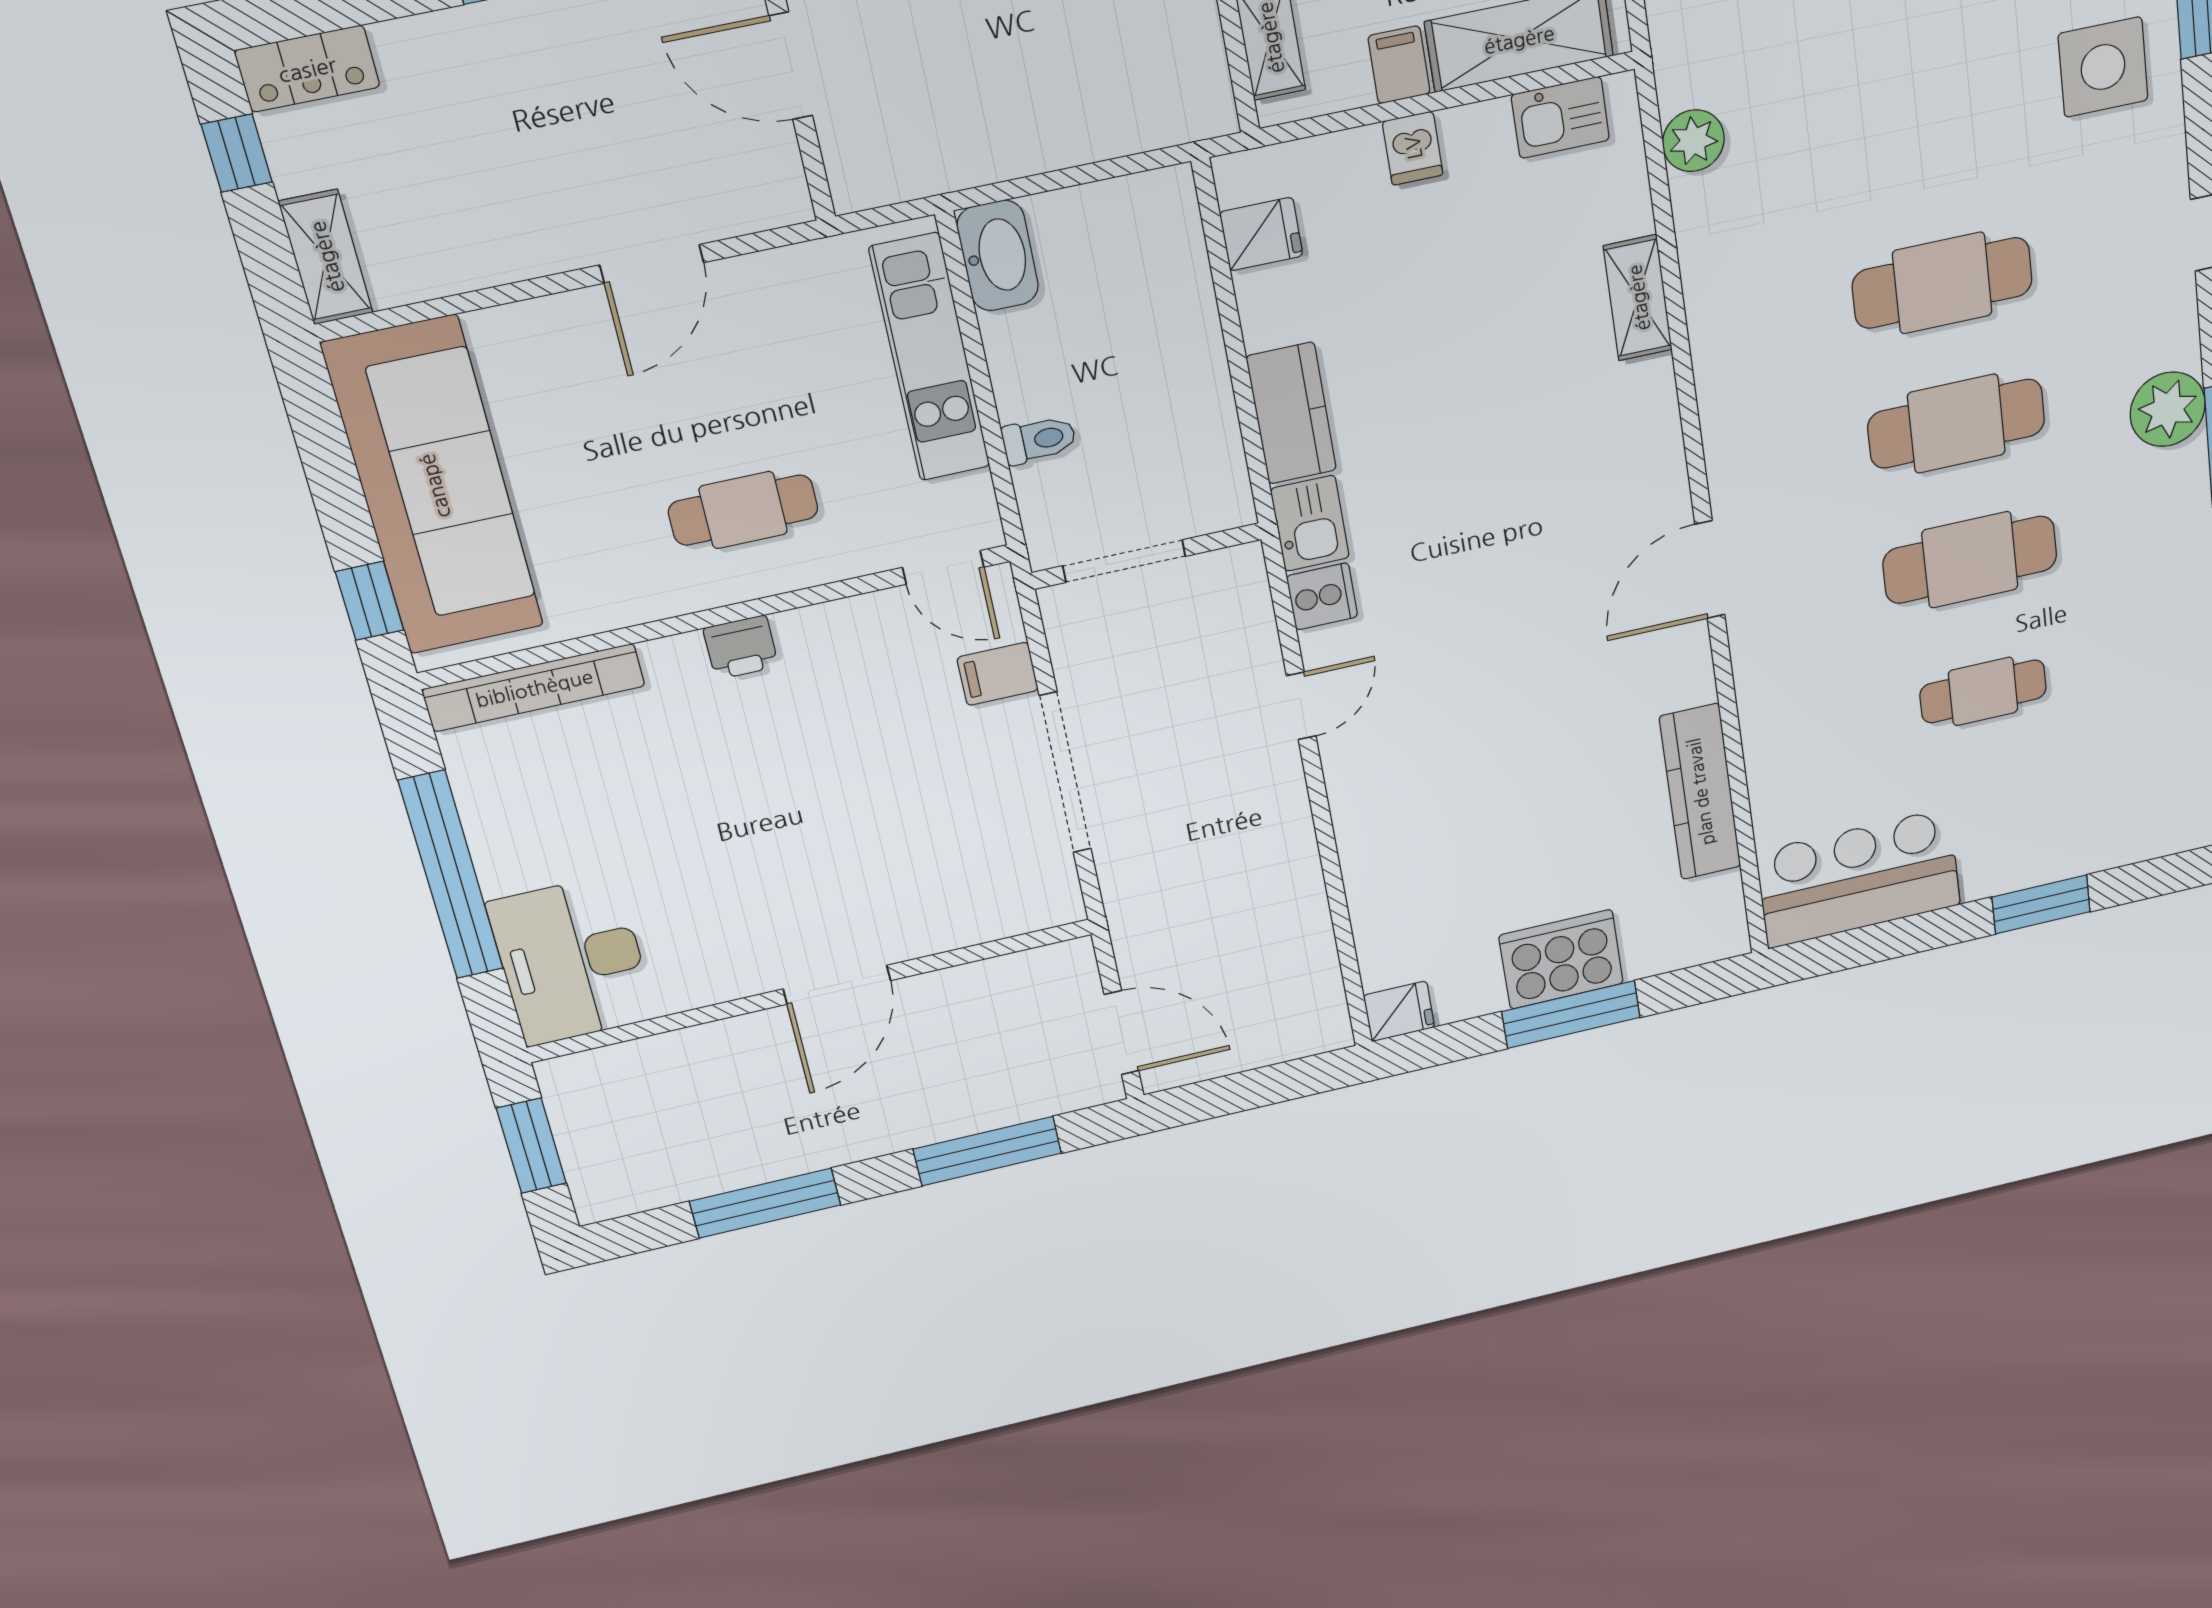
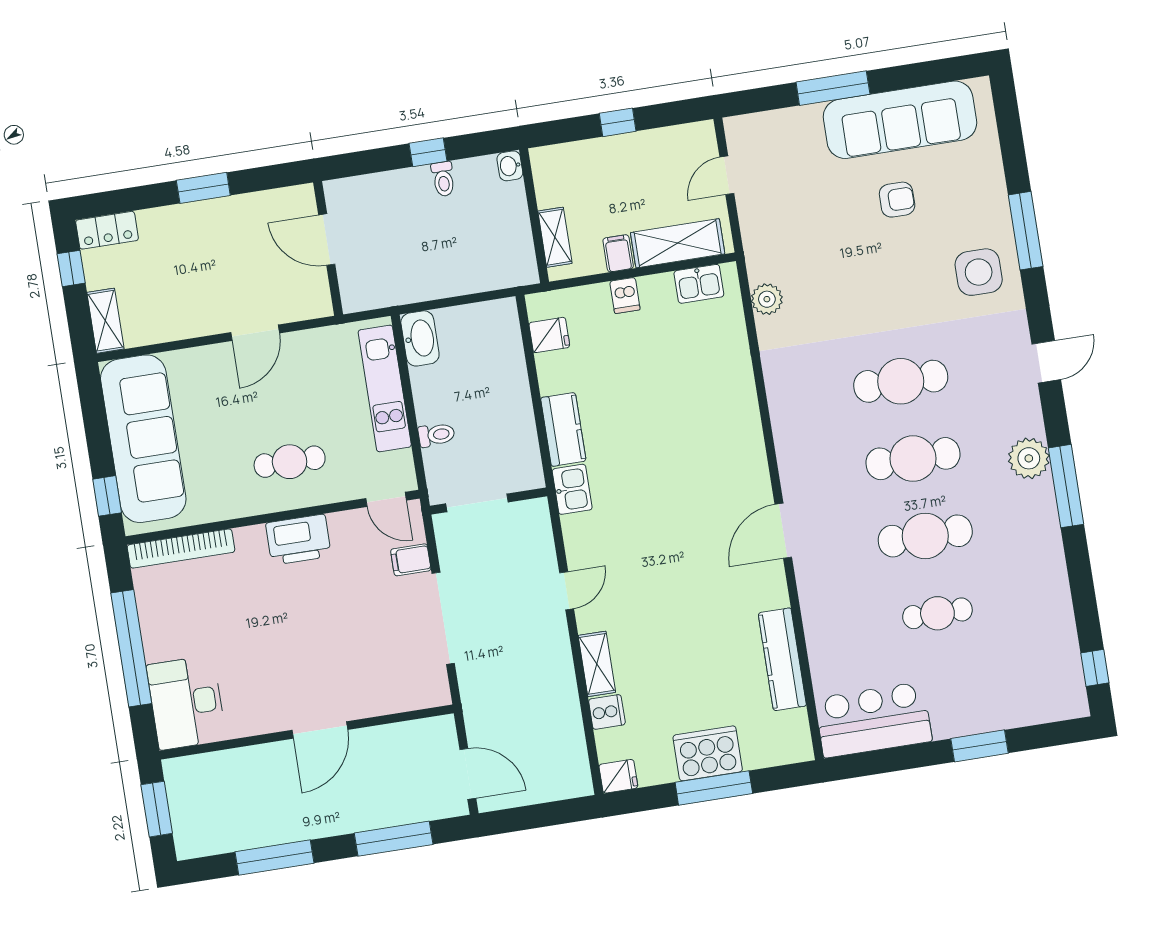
shelving: (1638, 298) -> (597, 664), moved
cooker: (1322, 596) -> (607, 712), moved
printer: (741, 647) -> (298, 540), width x1.87, depth x1.48

